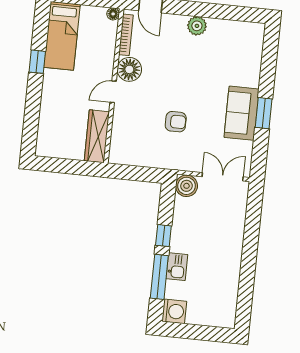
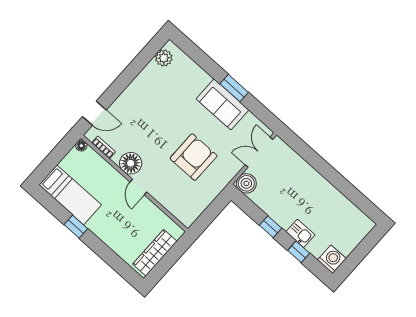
plant: (197, 26) -> (164, 58), moved
bookcase: (126, 35) -> (103, 147), width x0.64
armchair: (176, 122) -> (194, 157), width x1.88, depth x1.88
wardrobe: (97, 136) -> (155, 253), moved, turned 90
window: (159, 277) -> (299, 252), width x0.46

